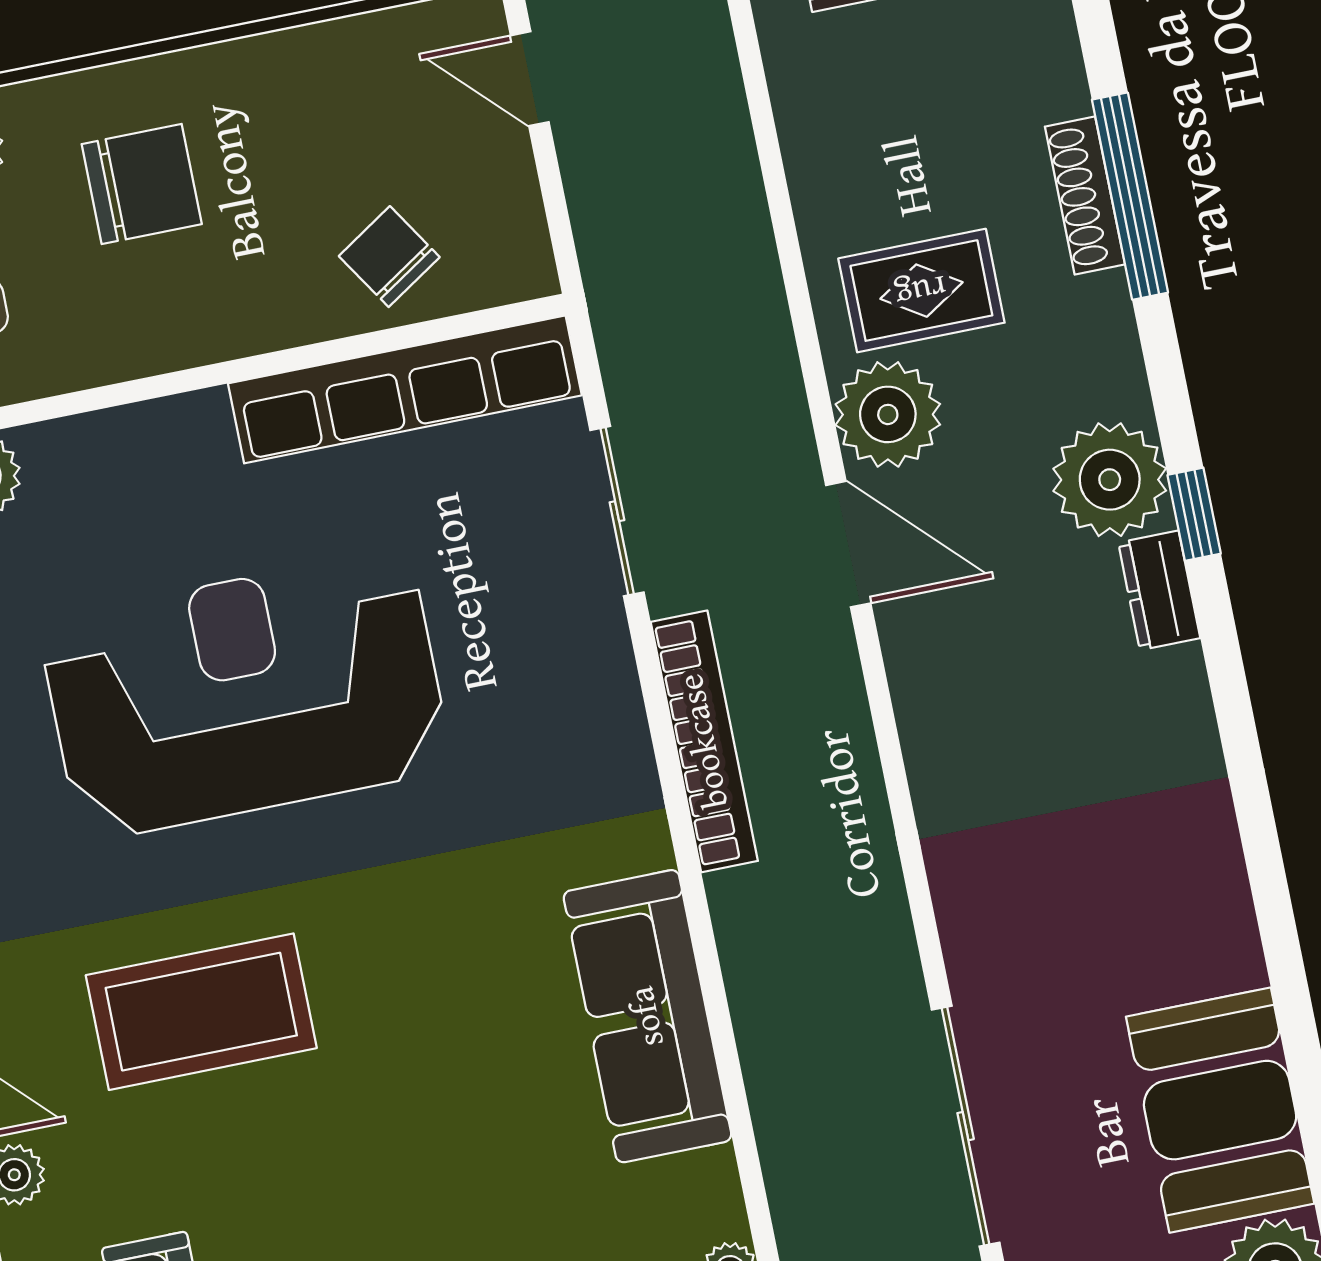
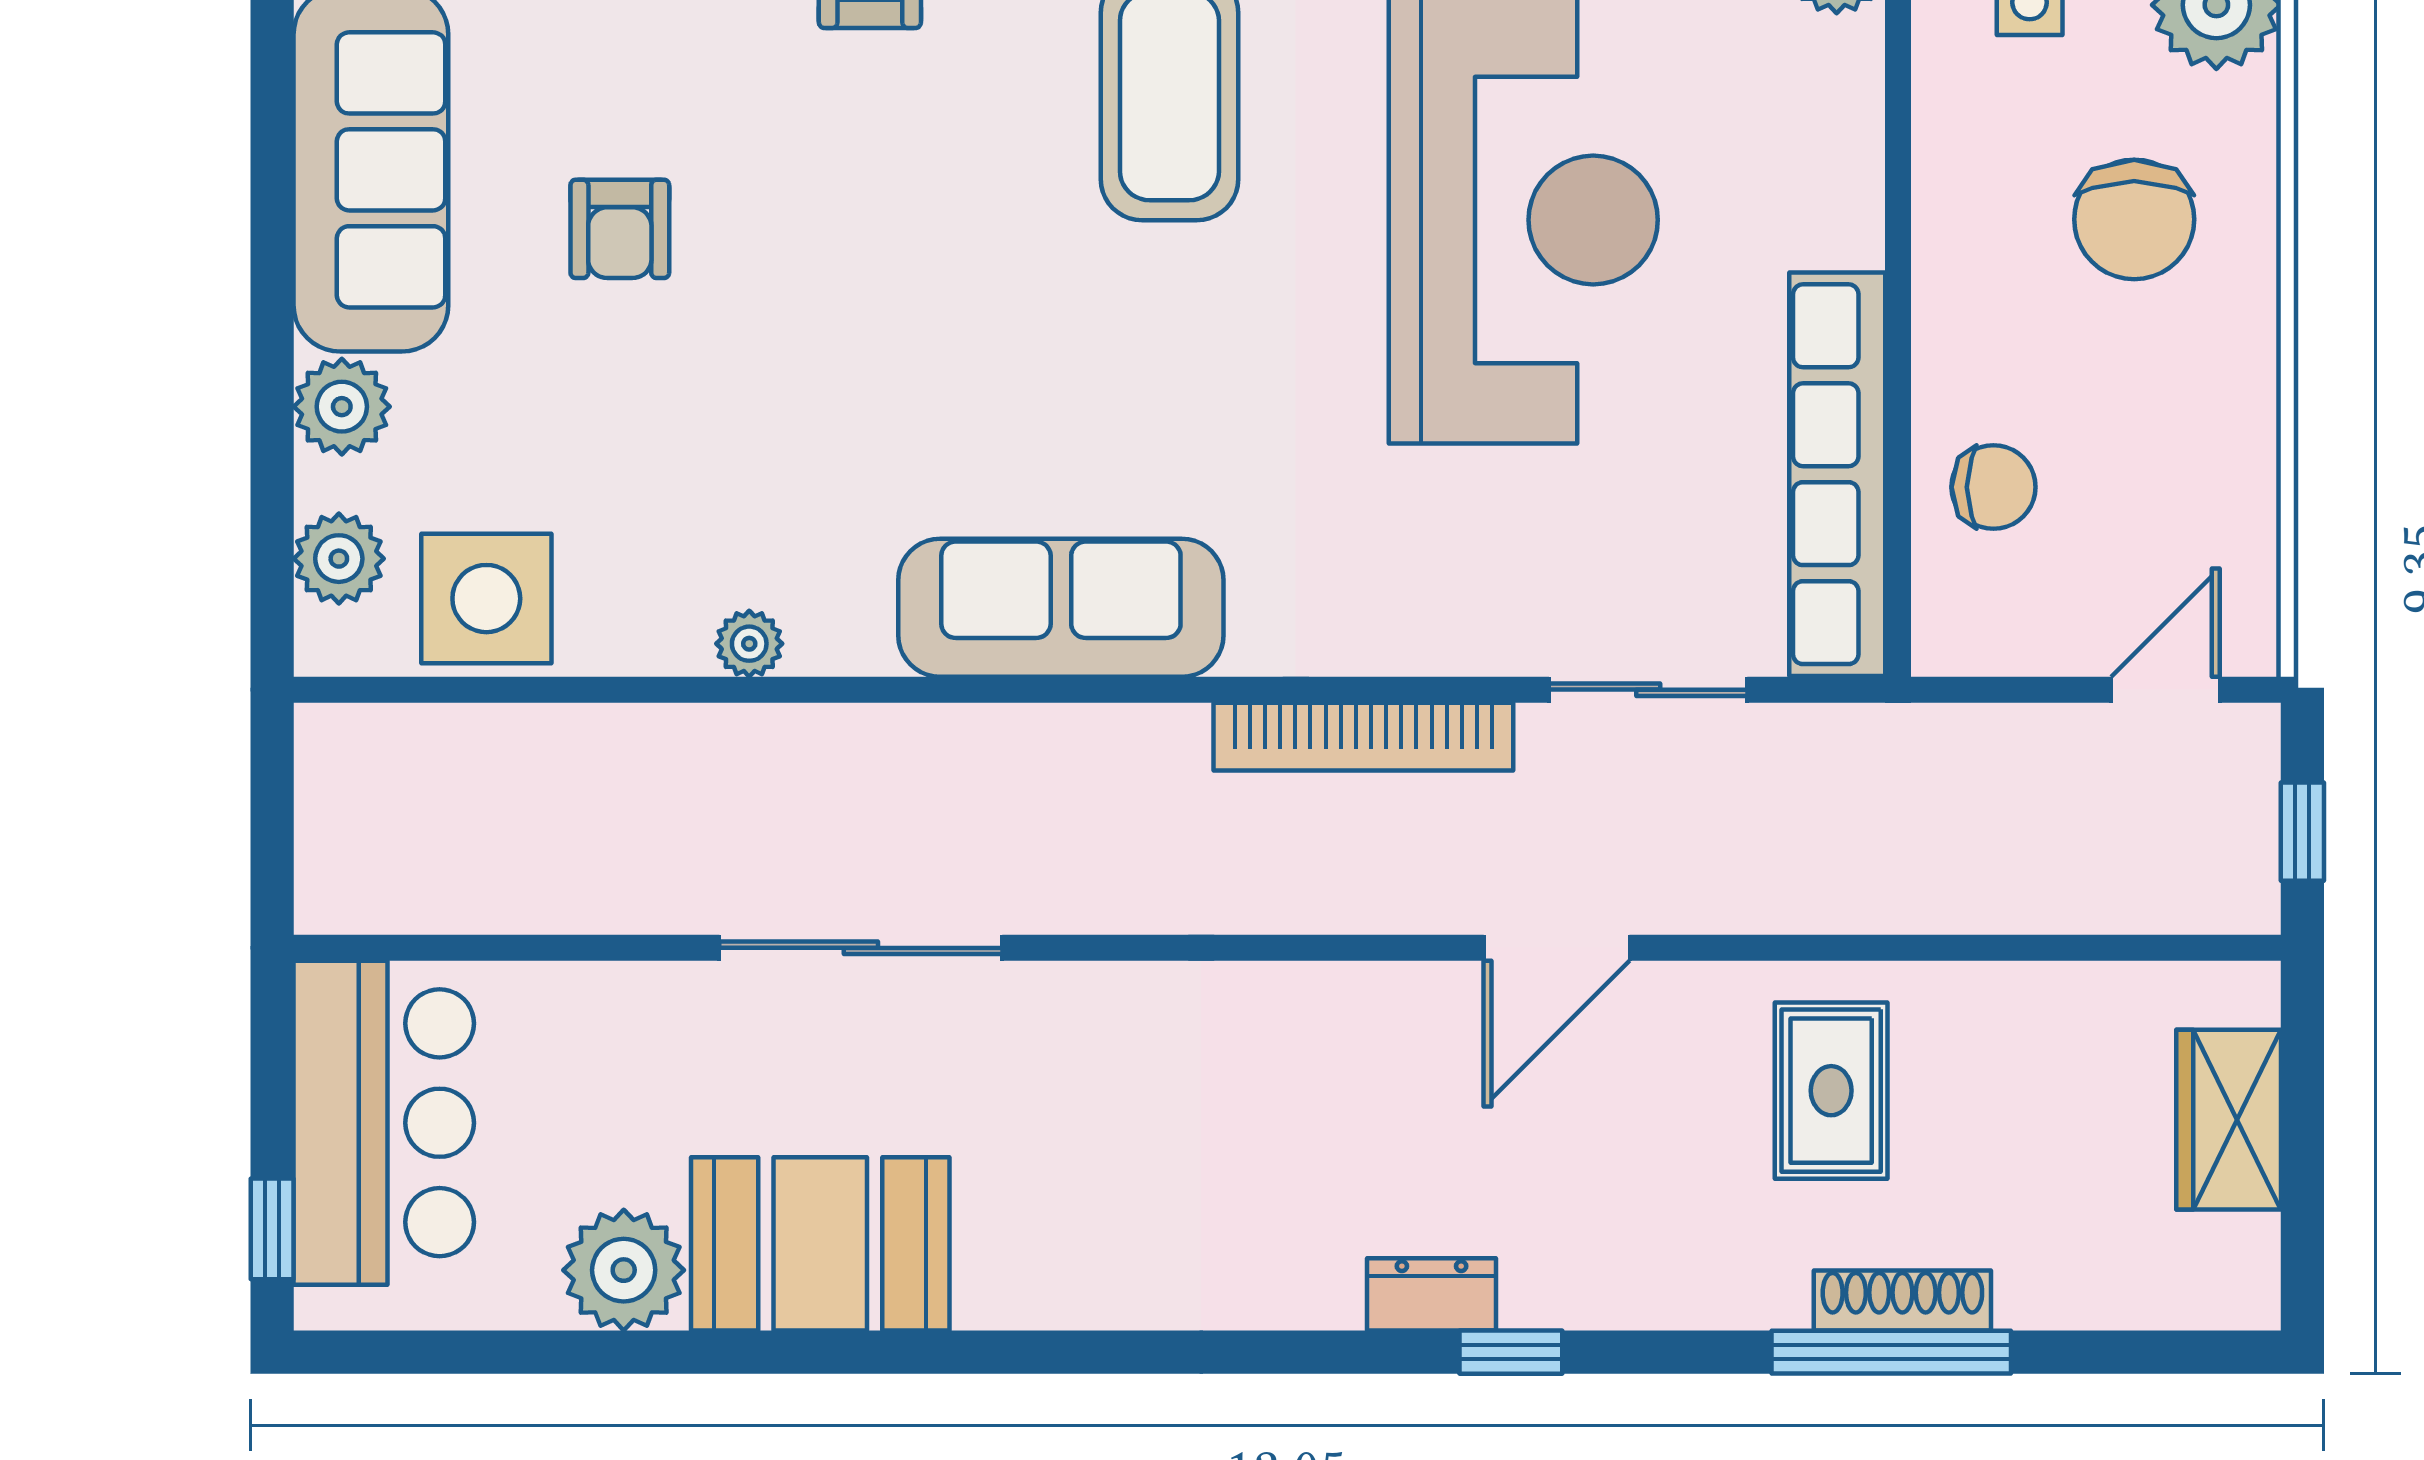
chair: (389, 257) -> (1993, 487), turned 33
plant: (888, 414) -> (1697, 1023), removed
plant: (1110, 480) -> (1570, 1263), removed

